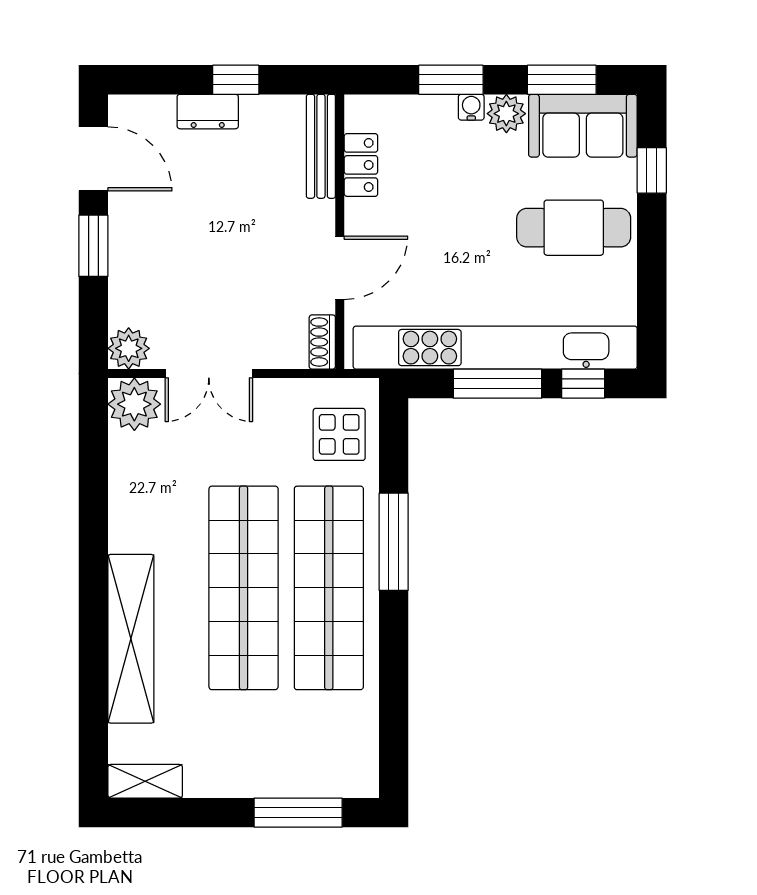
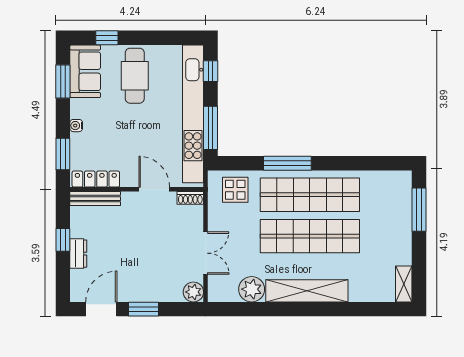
window: (451, 80) -> (63, 154), moved
plant: (506, 114) -> (79, 108), removed
locker: (361, 165) -> (96, 179), width x1.53
window: (498, 384) -> (211, 128), moved
plant: (134, 404) -> (252, 289), moved
shelving: (131, 639) -> (307, 291), moved

